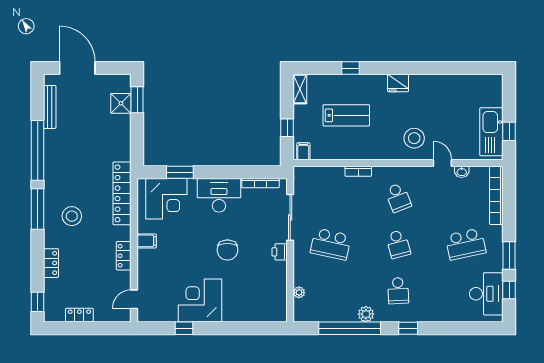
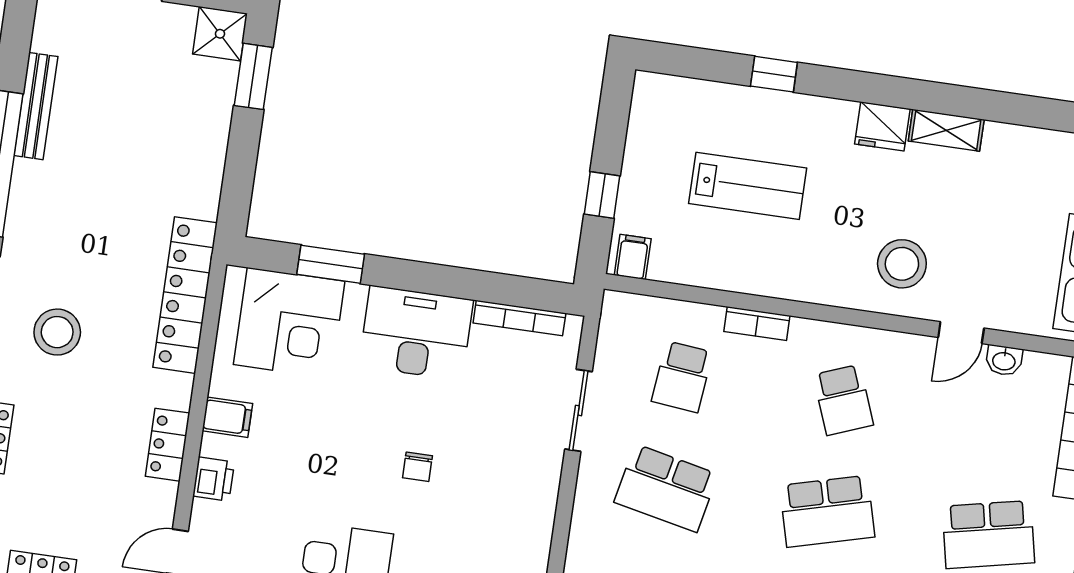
shelving: (300, 89) -> (946, 130), moved, turned 90
shower: (121, 103) -> (220, 34), moved
bench: (50, 107) -> (36, 106), moved
door: (442, 163) -> (961, 333), swing flipped
school desk: (331, 197) -> (682, 377), added
sliding door: (290, 217) -> (578, 410), width x0.73
school desk: (398, 244) -> (827, 511), width x1.85
chair: (227, 250) -> (417, 467), width x0.54, depth x0.54
printer: (280, 252) -> (214, 479), moved, turned 180

